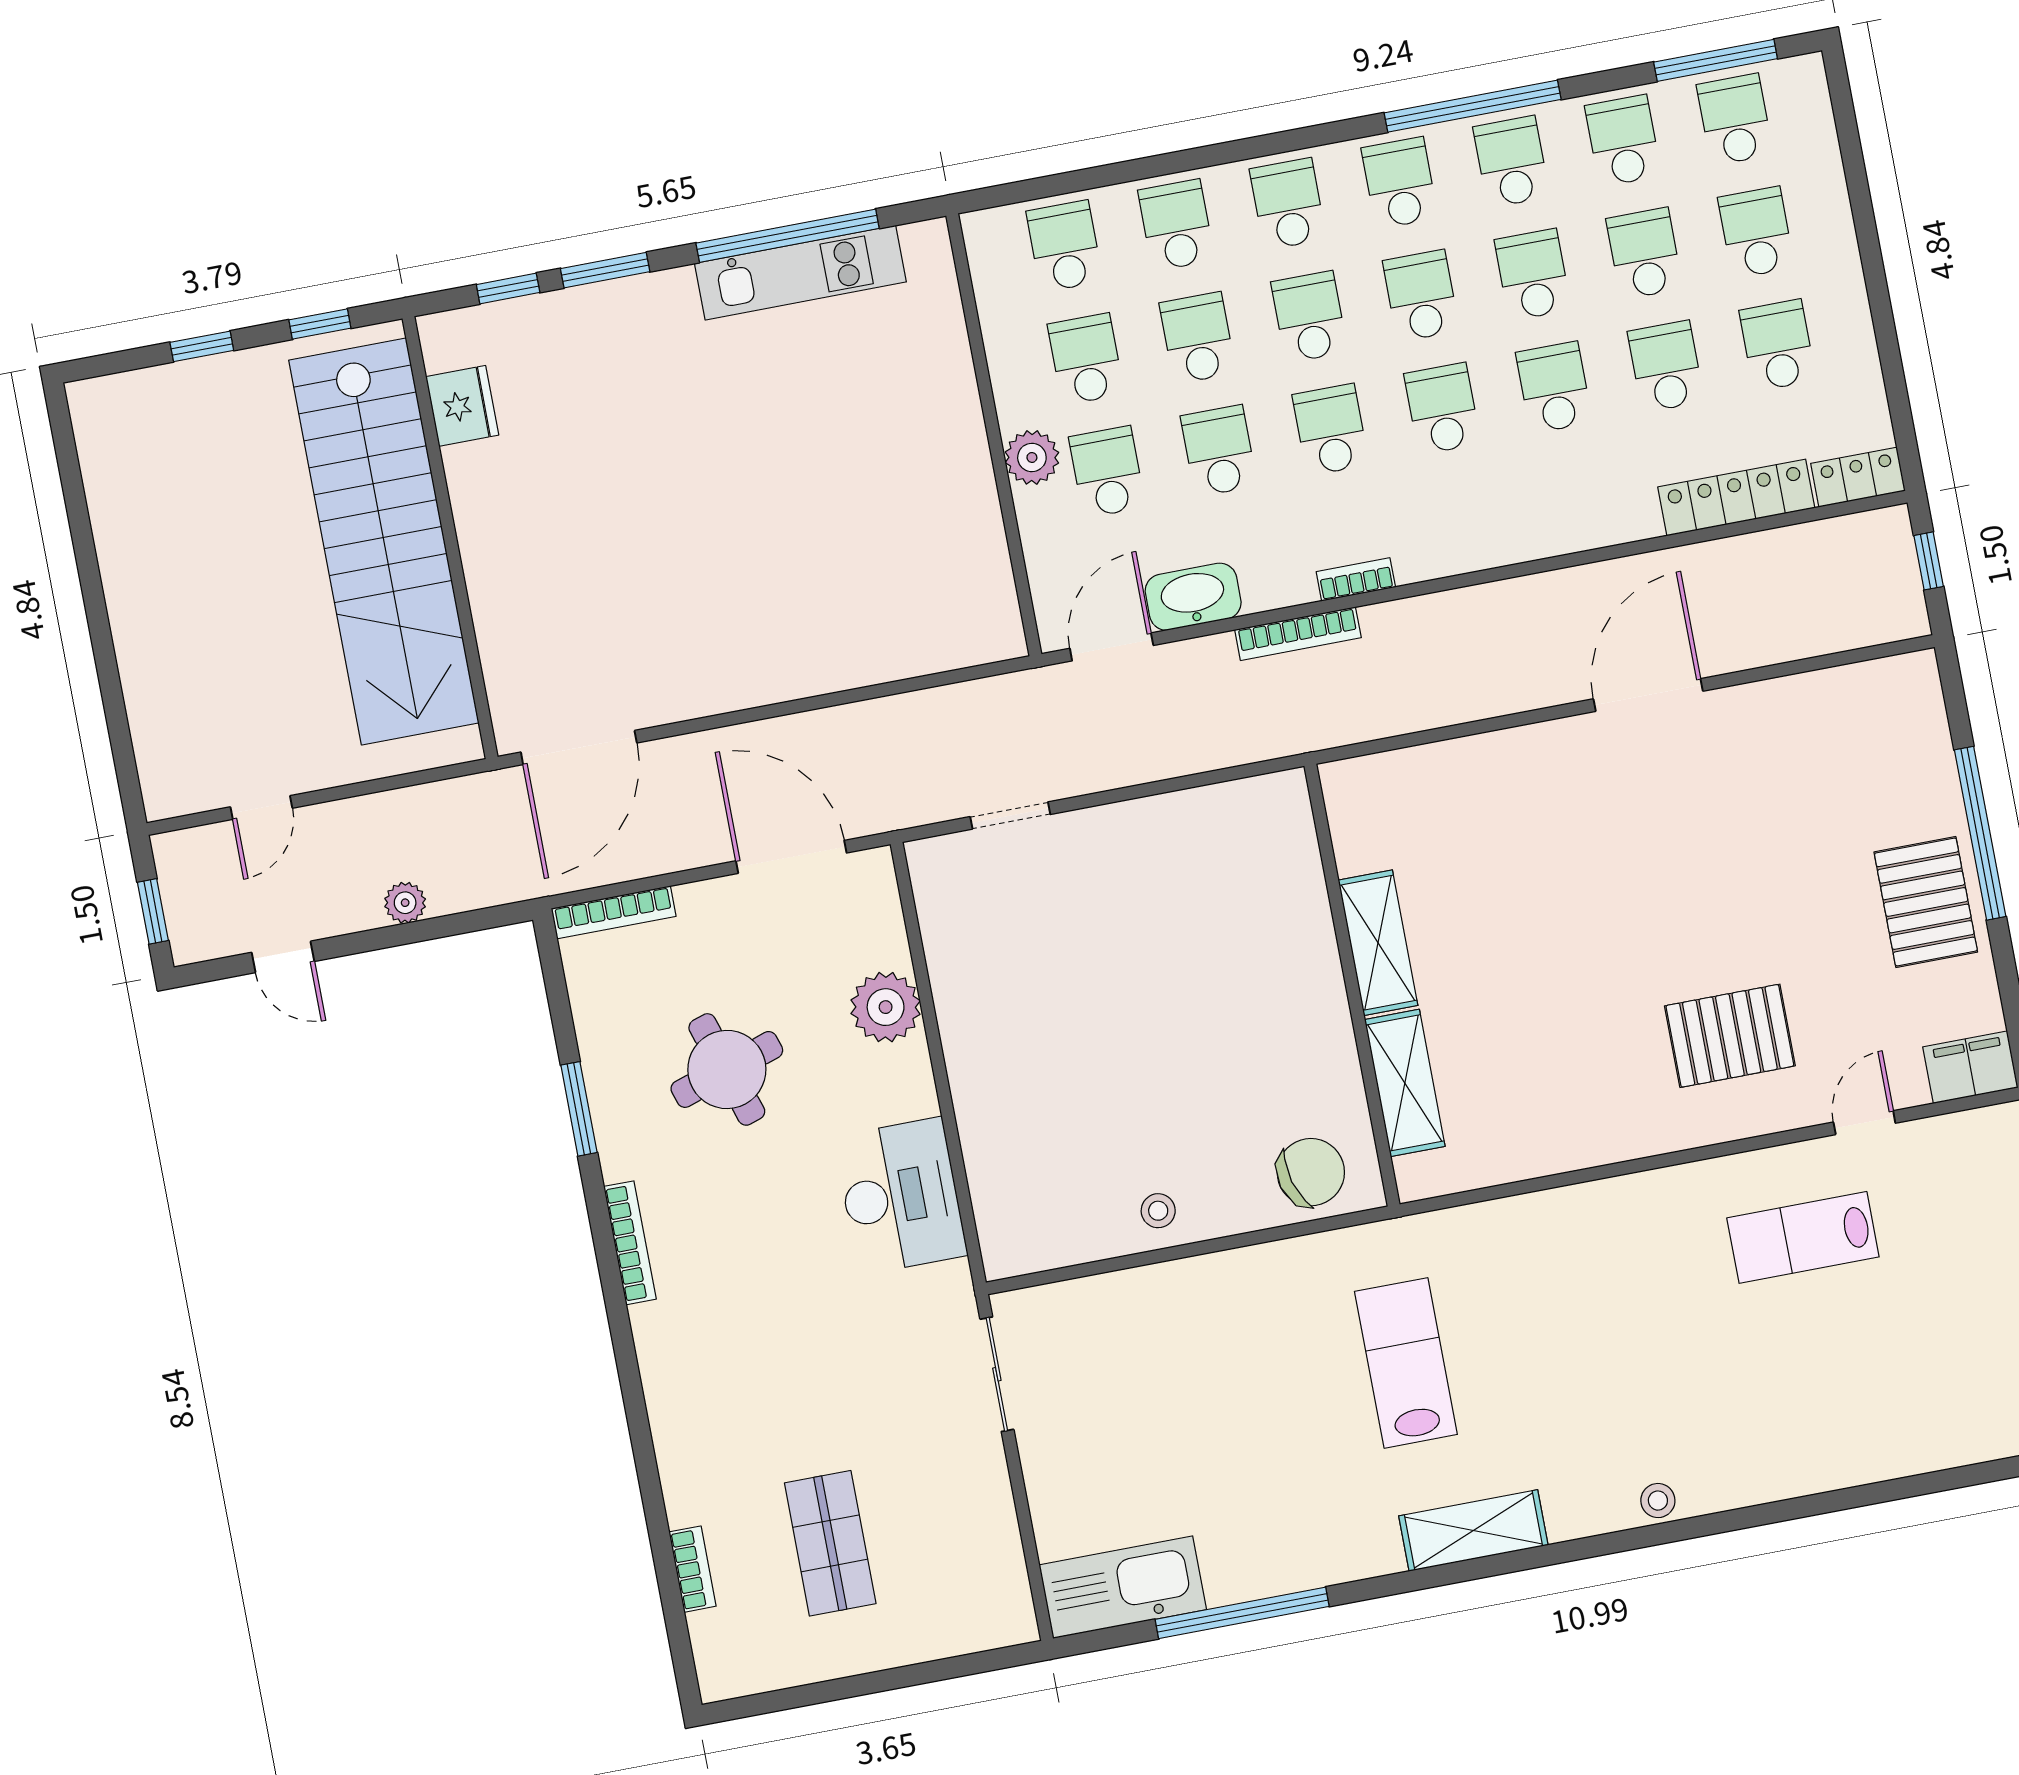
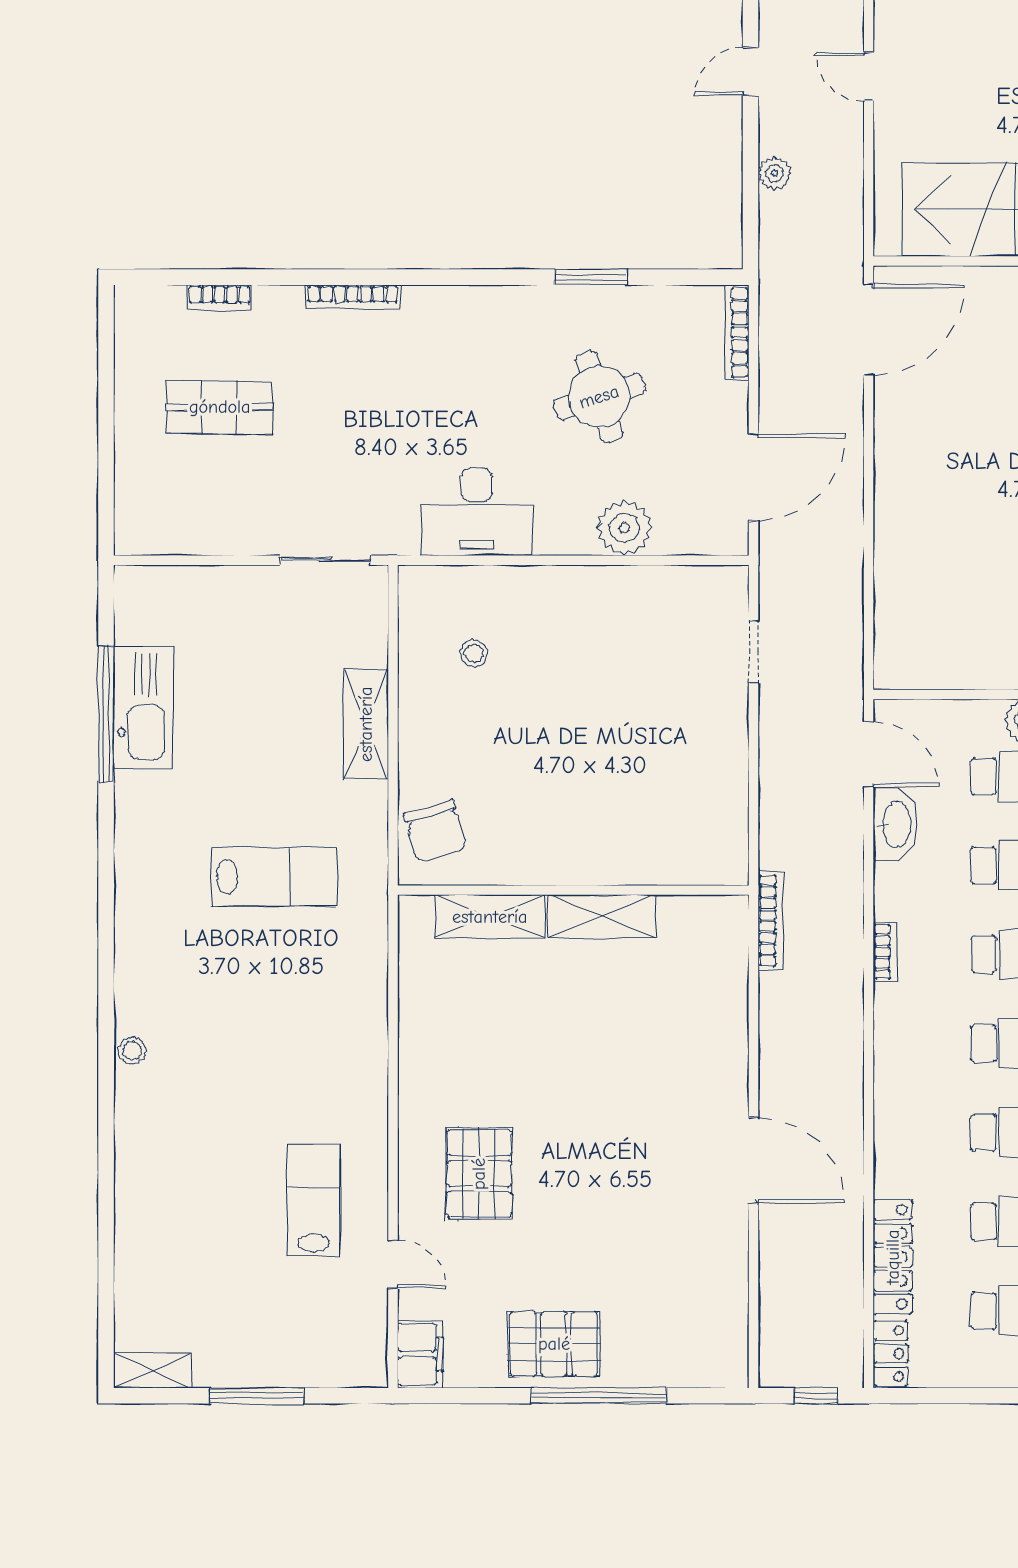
bookcase: (1298, 634) -> (770, 920), moved, turned 180
door: (579, 748) -> (869, 330), swing flipped
stool: (1158, 1211) -> (474, 653), moved
bookcase: (630, 1243) -> (353, 297), moved
shelving: (1473, 1530) -> (366, 724), moved
kitchen sink: (1123, 1587) -> (143, 708), moved

